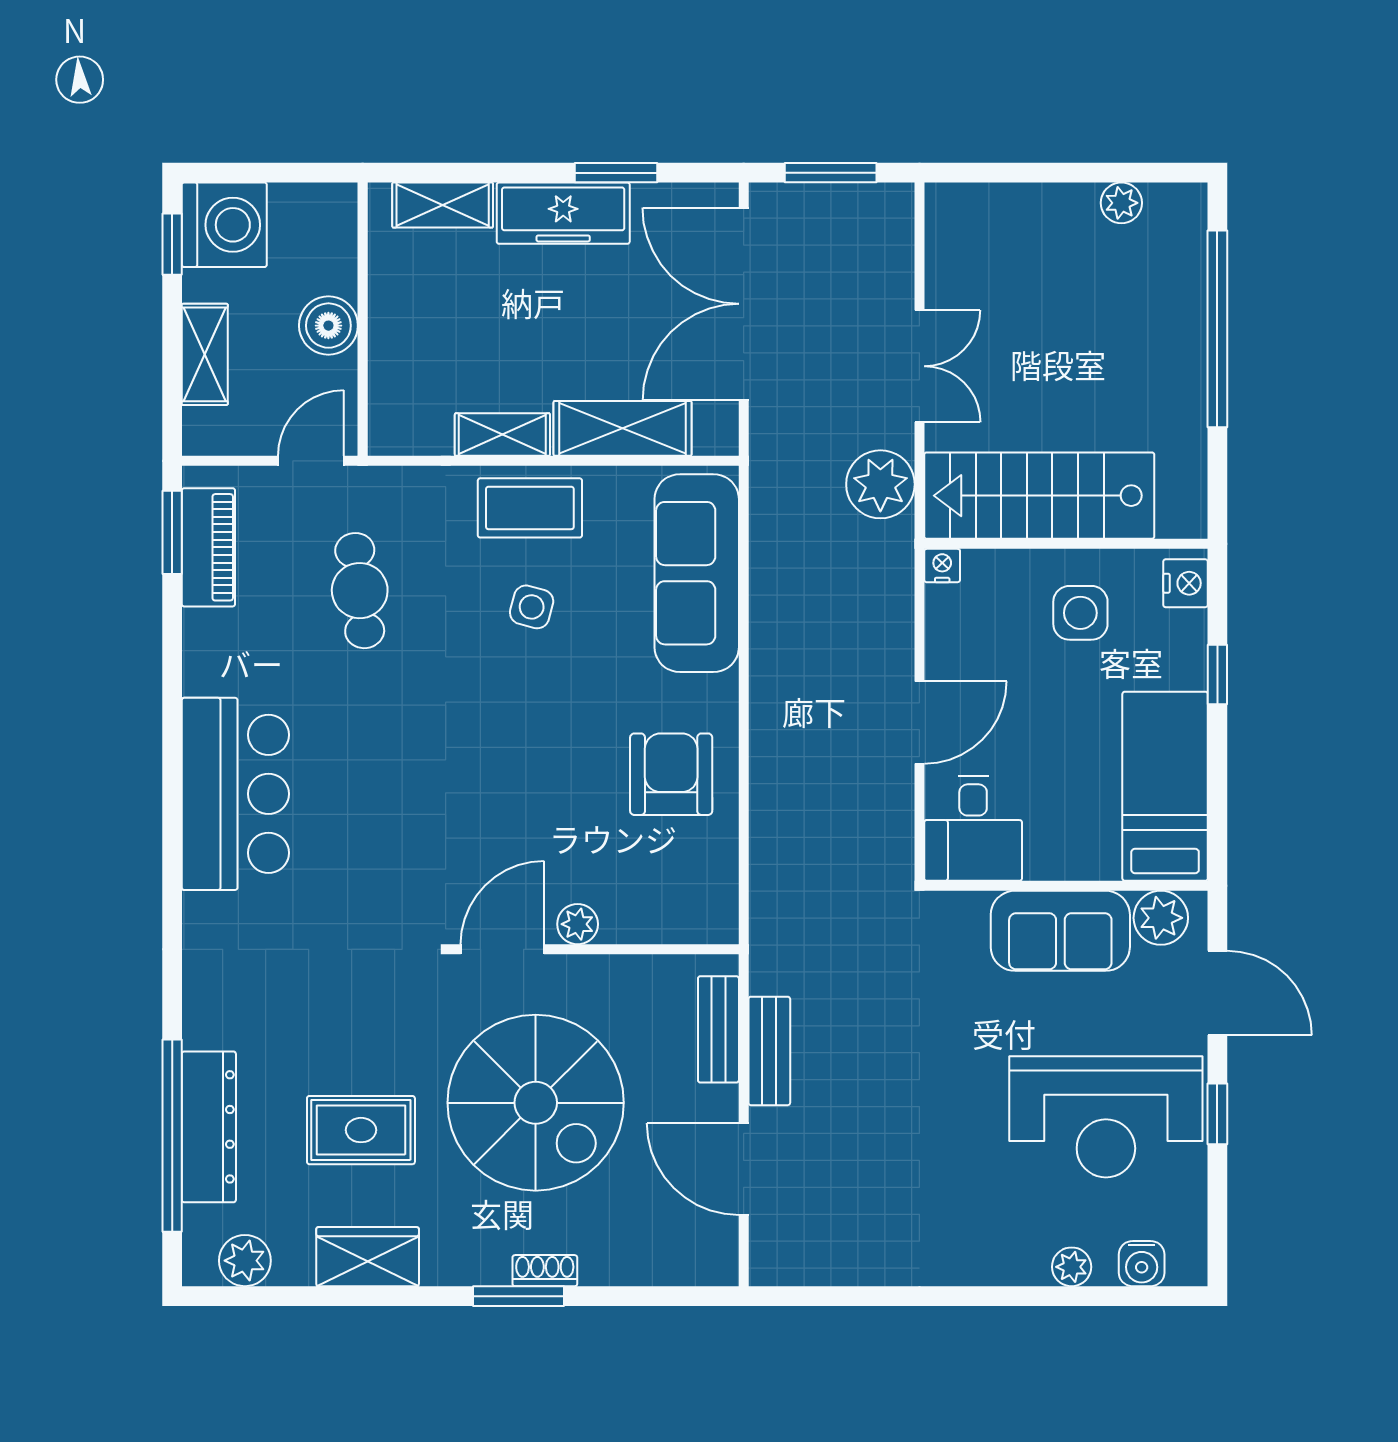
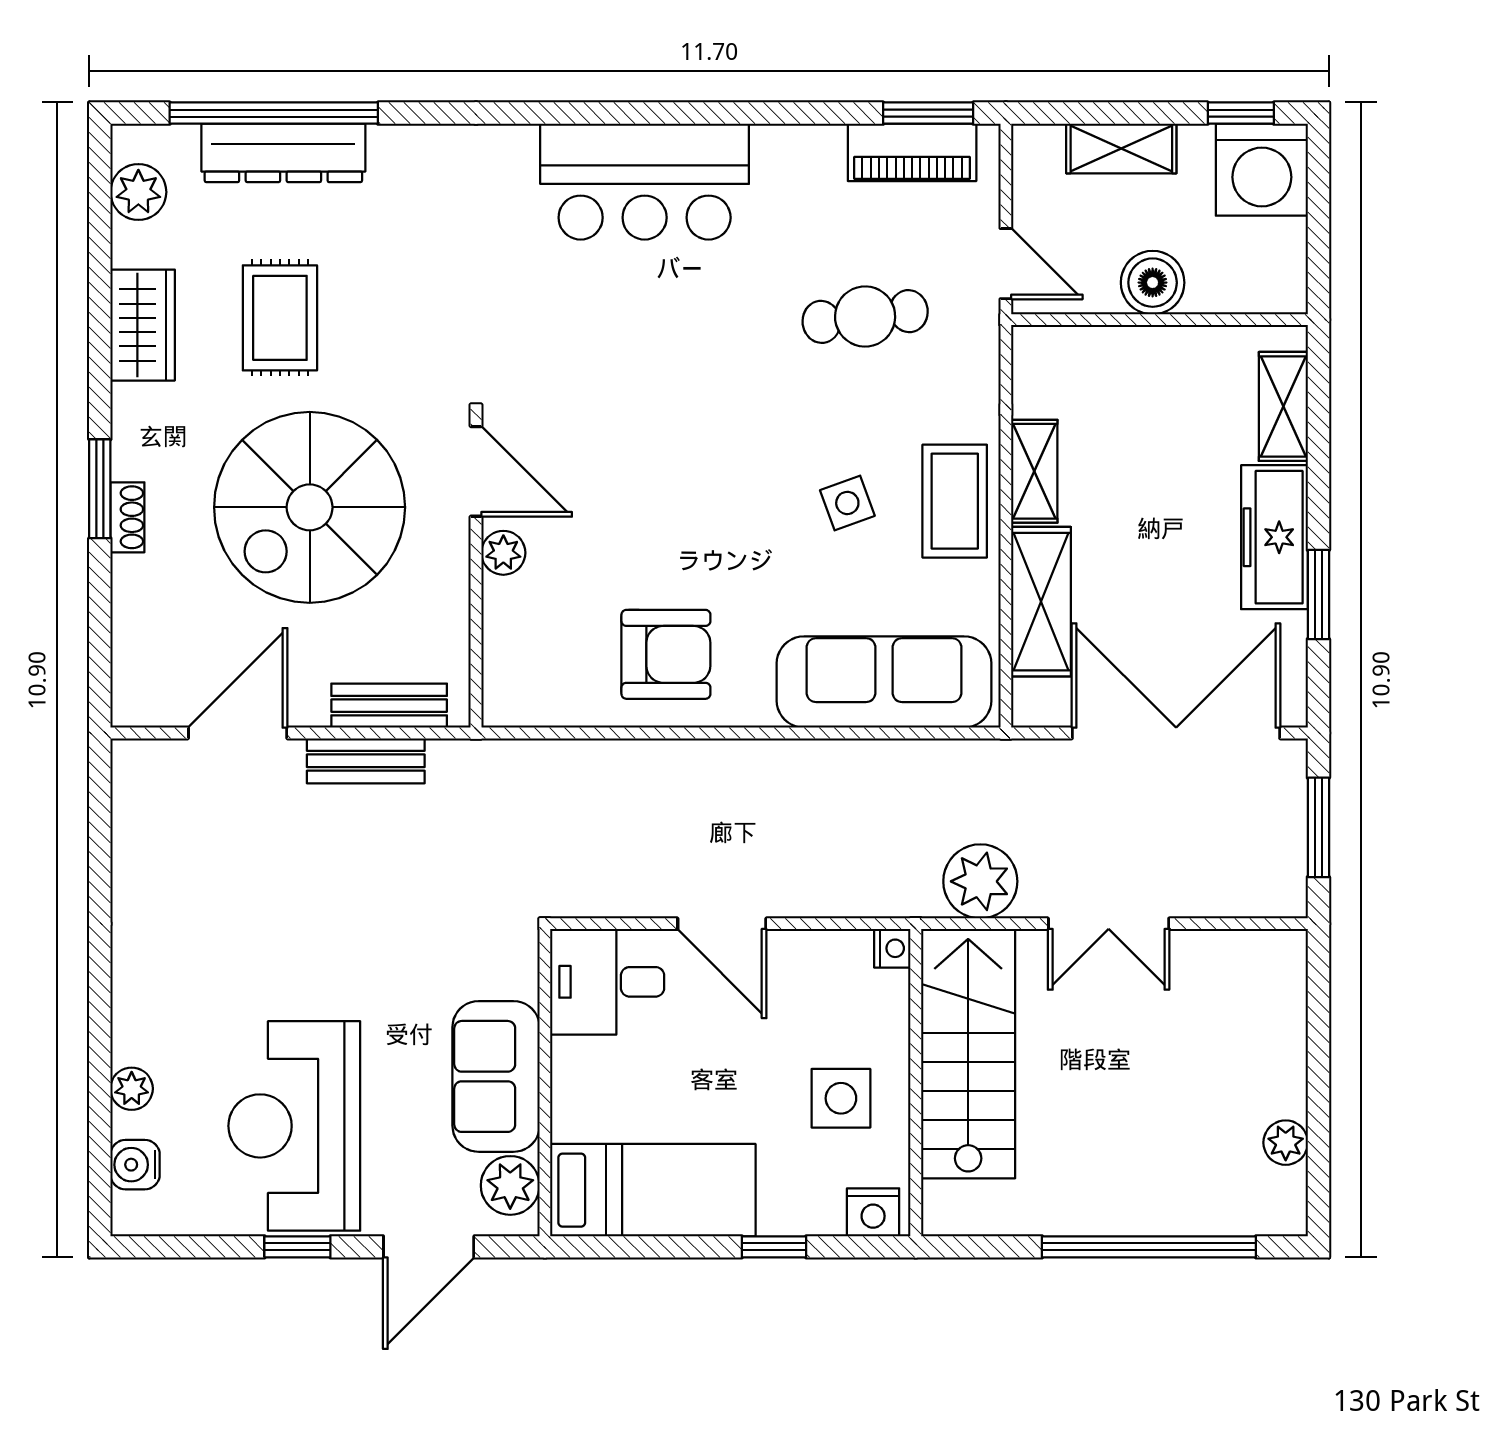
side table: (532, 607) -> (847, 503), turned -35

